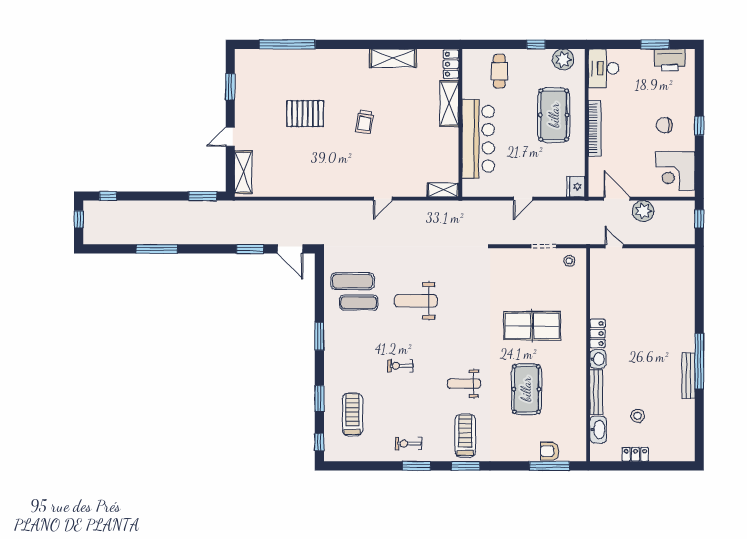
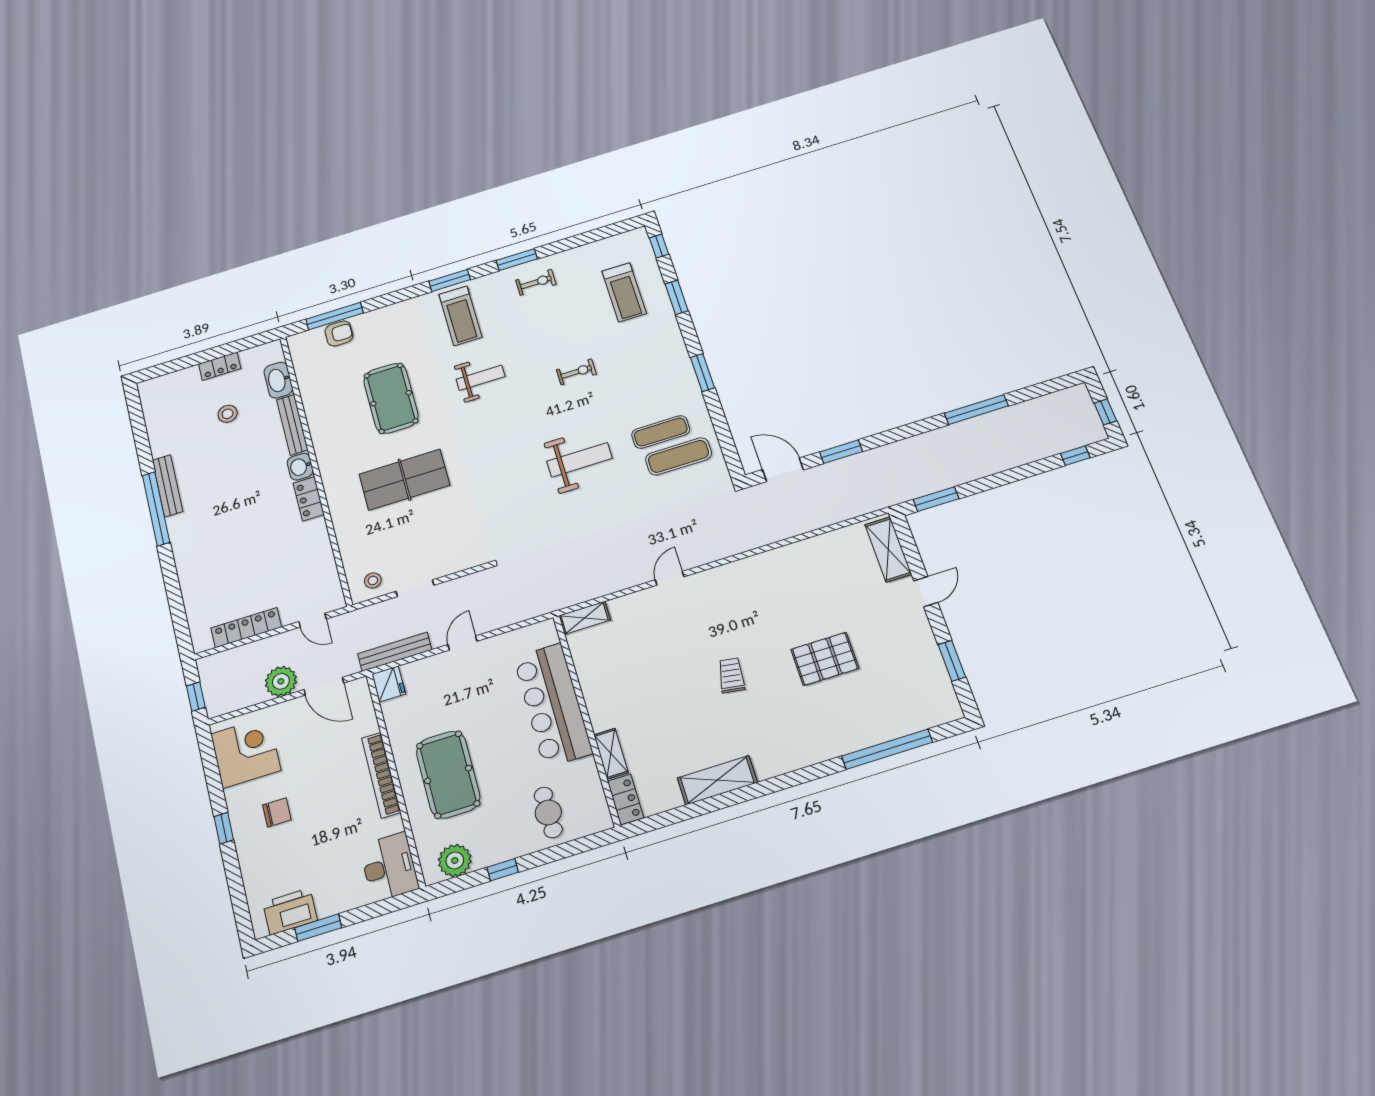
shelving: (449, 104) -> (611, 754), width x0.67, depth x0.75
bench: (567, 207) -> (395, 652), added
locker: (657, 256) -> (246, 628), added

